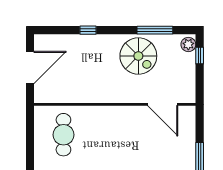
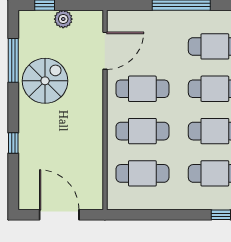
plant: (188, 44) -> (63, 19), moved
cafe table: (98, 135) -> (142, 131), added
cafe table: (132, 135) -> (142, 89), added

